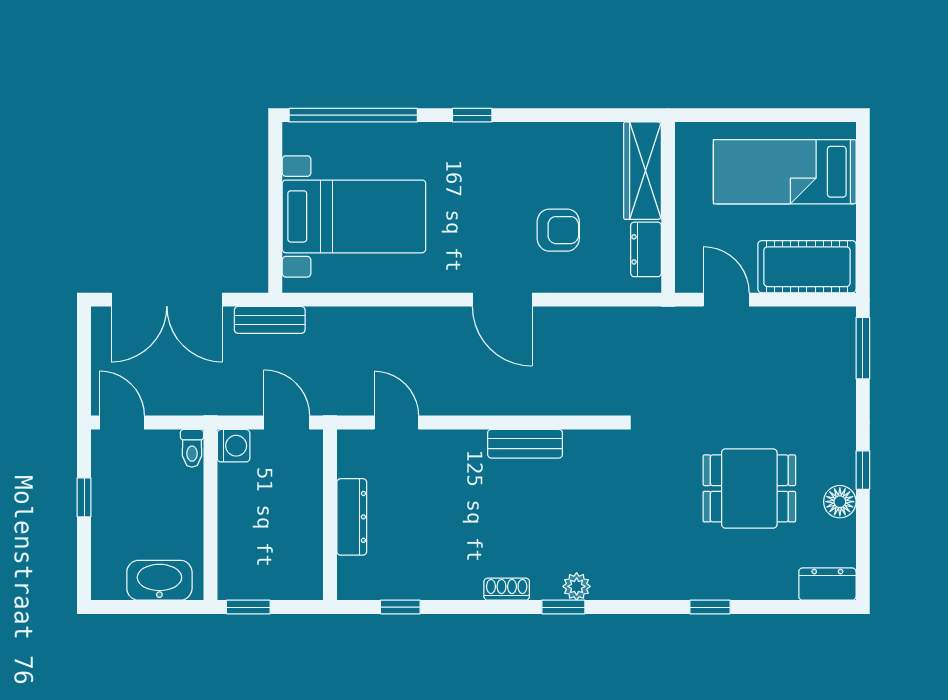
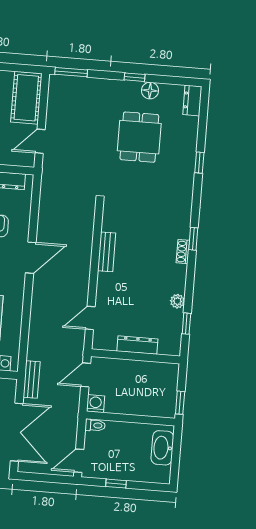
plant: (577, 586) -> (177, 301), moved
shoe rack: (507, 589) -> (183, 252), moved

